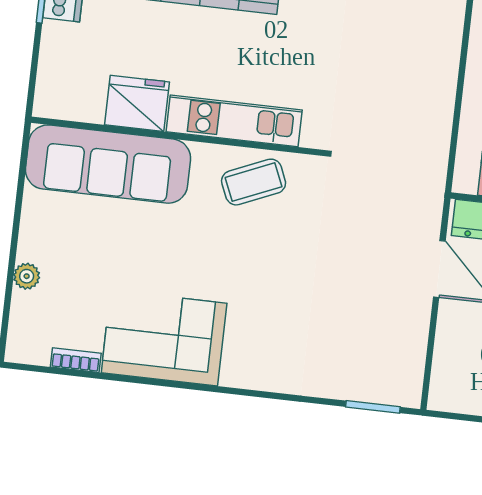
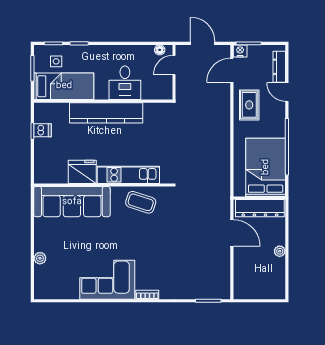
coffee table: (254, 182) -> (141, 202), turned 41
bookcase: (76, 360) -> (147, 295), moved

